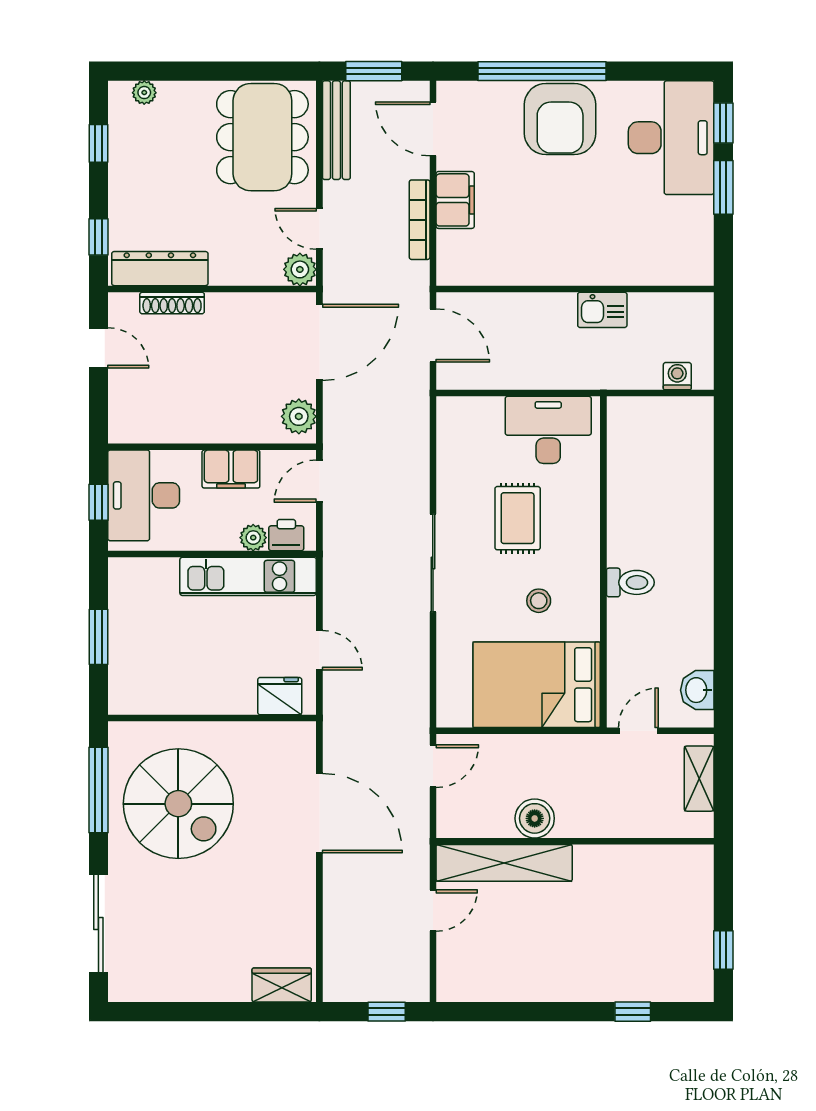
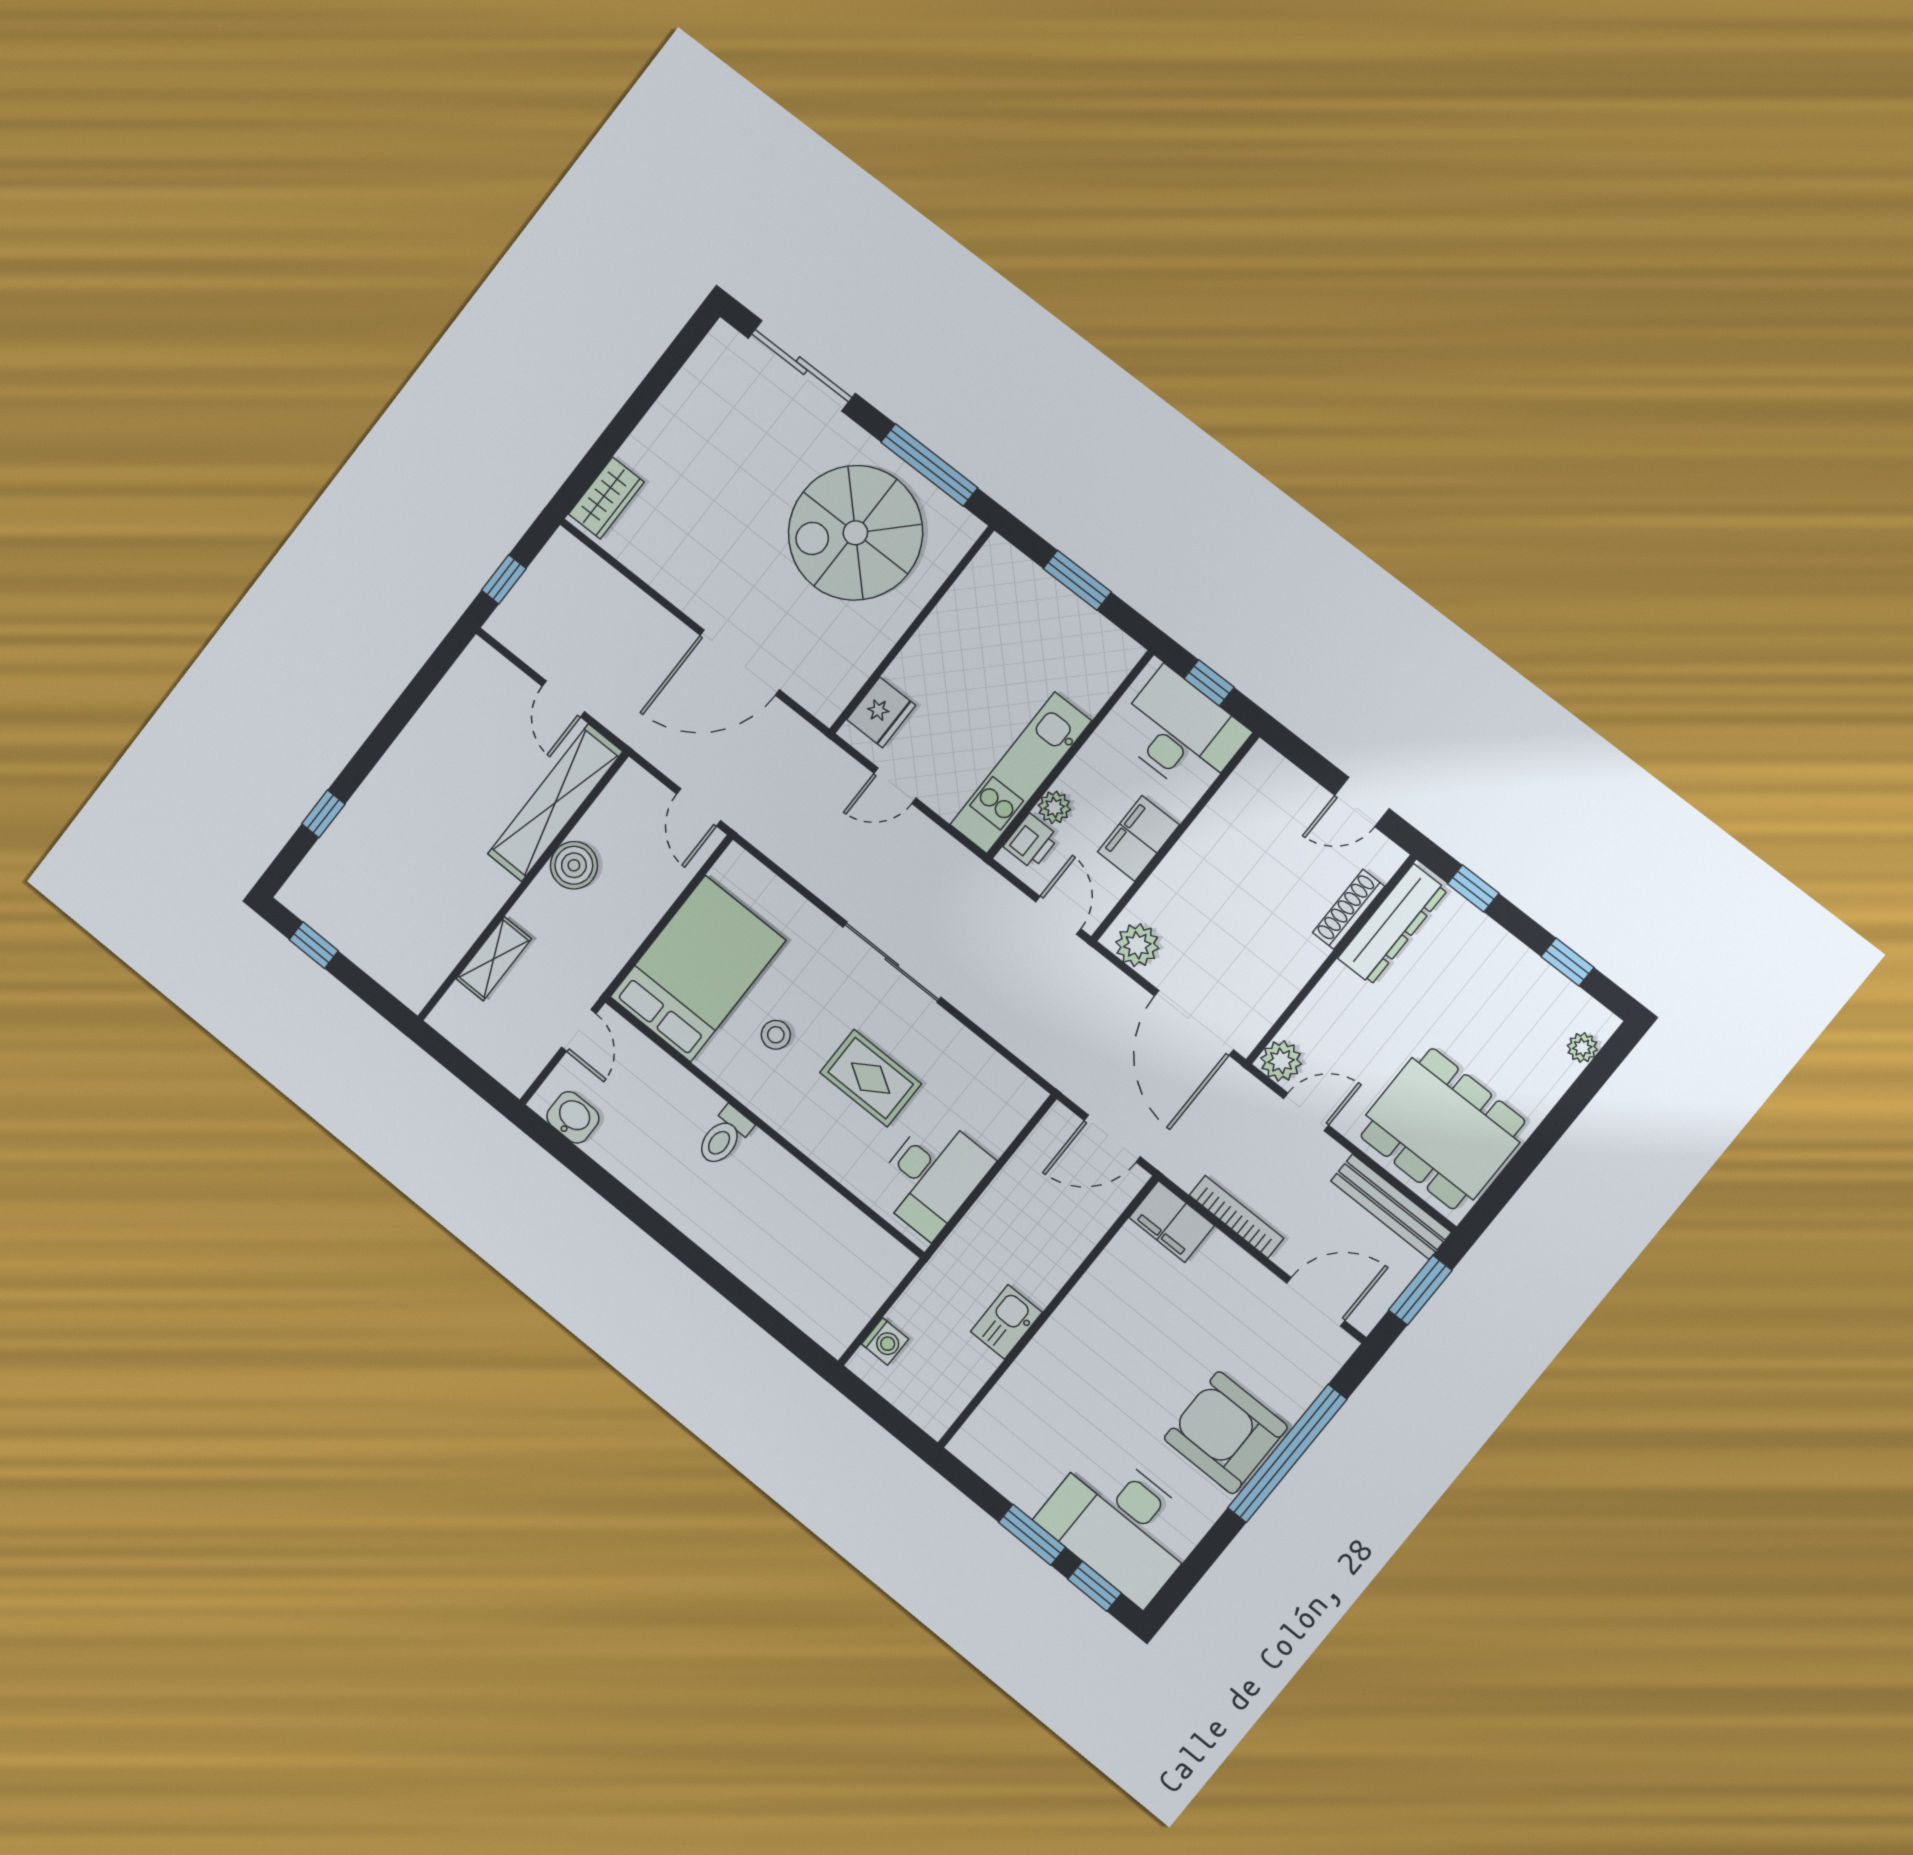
filing cabinet: (455, 200) -> (1172, 1222), moved
shelving: (699, 779) -> (494, 959), moved, turned 90

